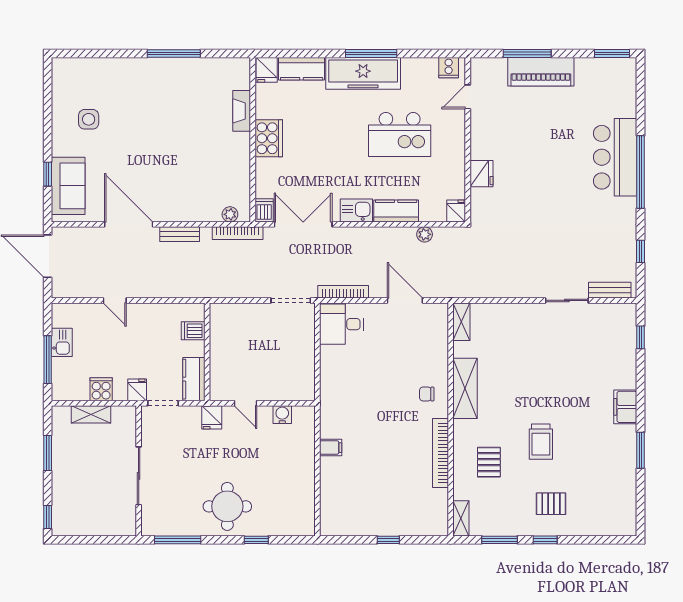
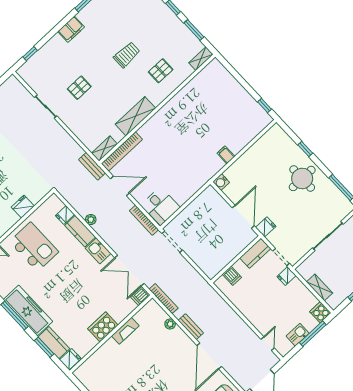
window: (306, 54) -> (44, 347), added
fireplace: (242, 111) -> (125, 331), moved
kitchen island: (400, 135) -> (34, 247), moved
fridge: (456, 211) -> (65, 215), moved
plant: (230, 214) -> (170, 324), moved
plant: (425, 234) -> (91, 220), moved
bench: (610, 290) -> (92, 166), moved
door: (115, 300) -> (268, 344), moved
door: (405, 300) -> (120, 186), swing flipped
cooker: (101, 389) -> (320, 312), moved, turned 90
chair: (427, 394) -> (156, 132), removed
door: (246, 403) -> (243, 217), width x1.87
water cooler: (282, 415) -> (221, 182), moved
bookcase: (440, 453) -> (122, 151), moved
pallet: (551, 504) -> (79, 88), moved, turned 90
window: (388, 540) -> (265, 105), moved

